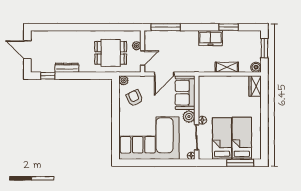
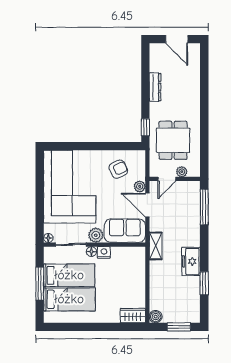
door: (27, 50) -> (177, 39), swing flipped
door: (143, 58) -> (167, 179), hinge flipped
shelving: (227, 67) -> (156, 246), moved
window: (48, 76) -> (145, 127), moved
plant: (124, 80) -> (140, 186), moved
nightstand: (203, 110) -> (104, 252), added
window: (240, 163) -> (40, 284), moved

